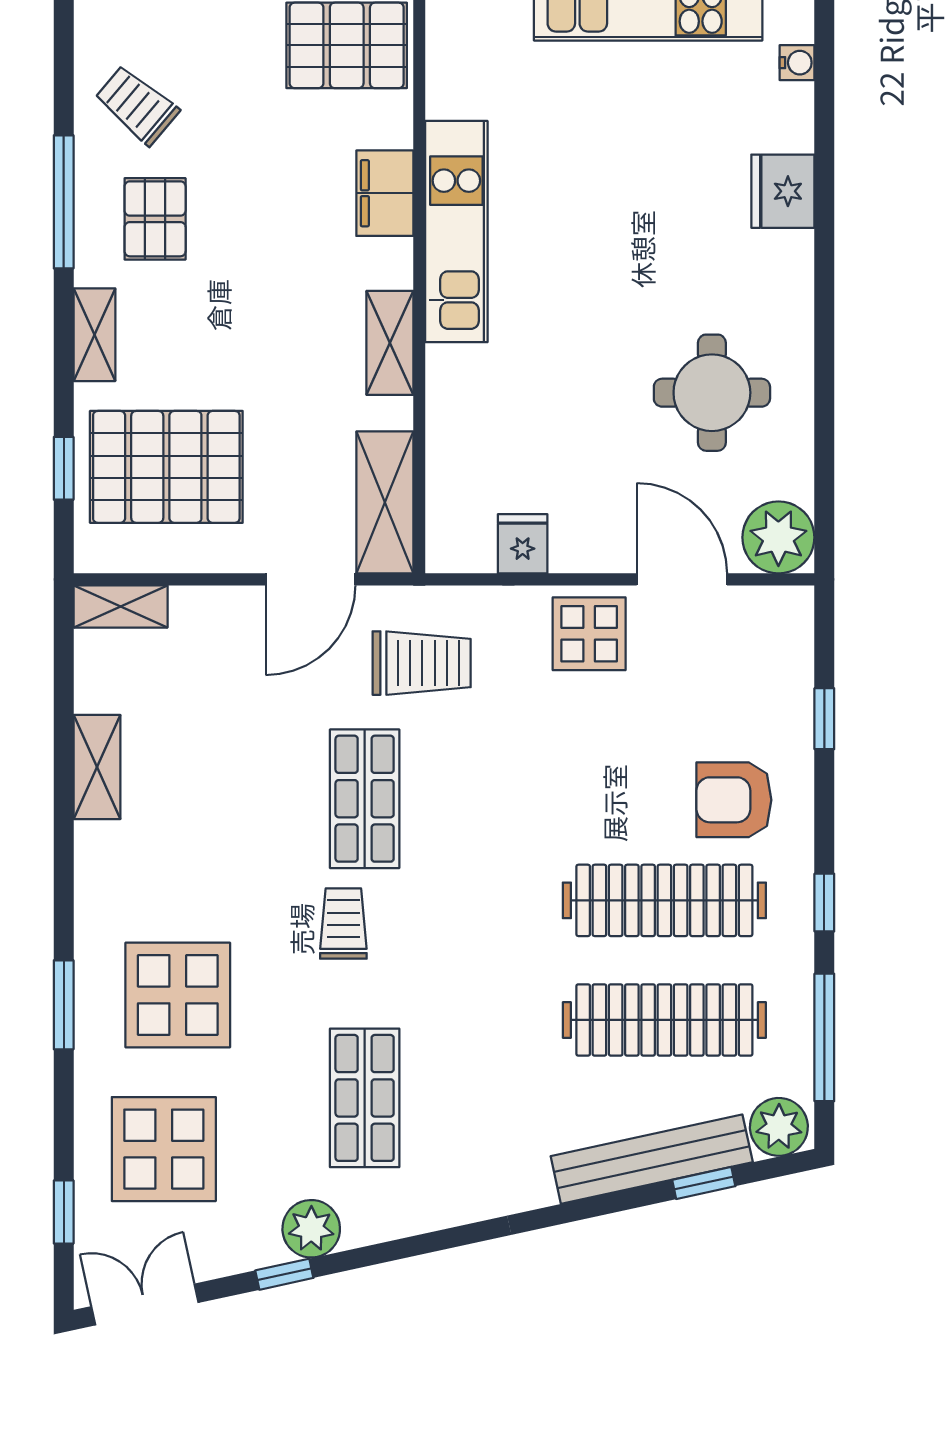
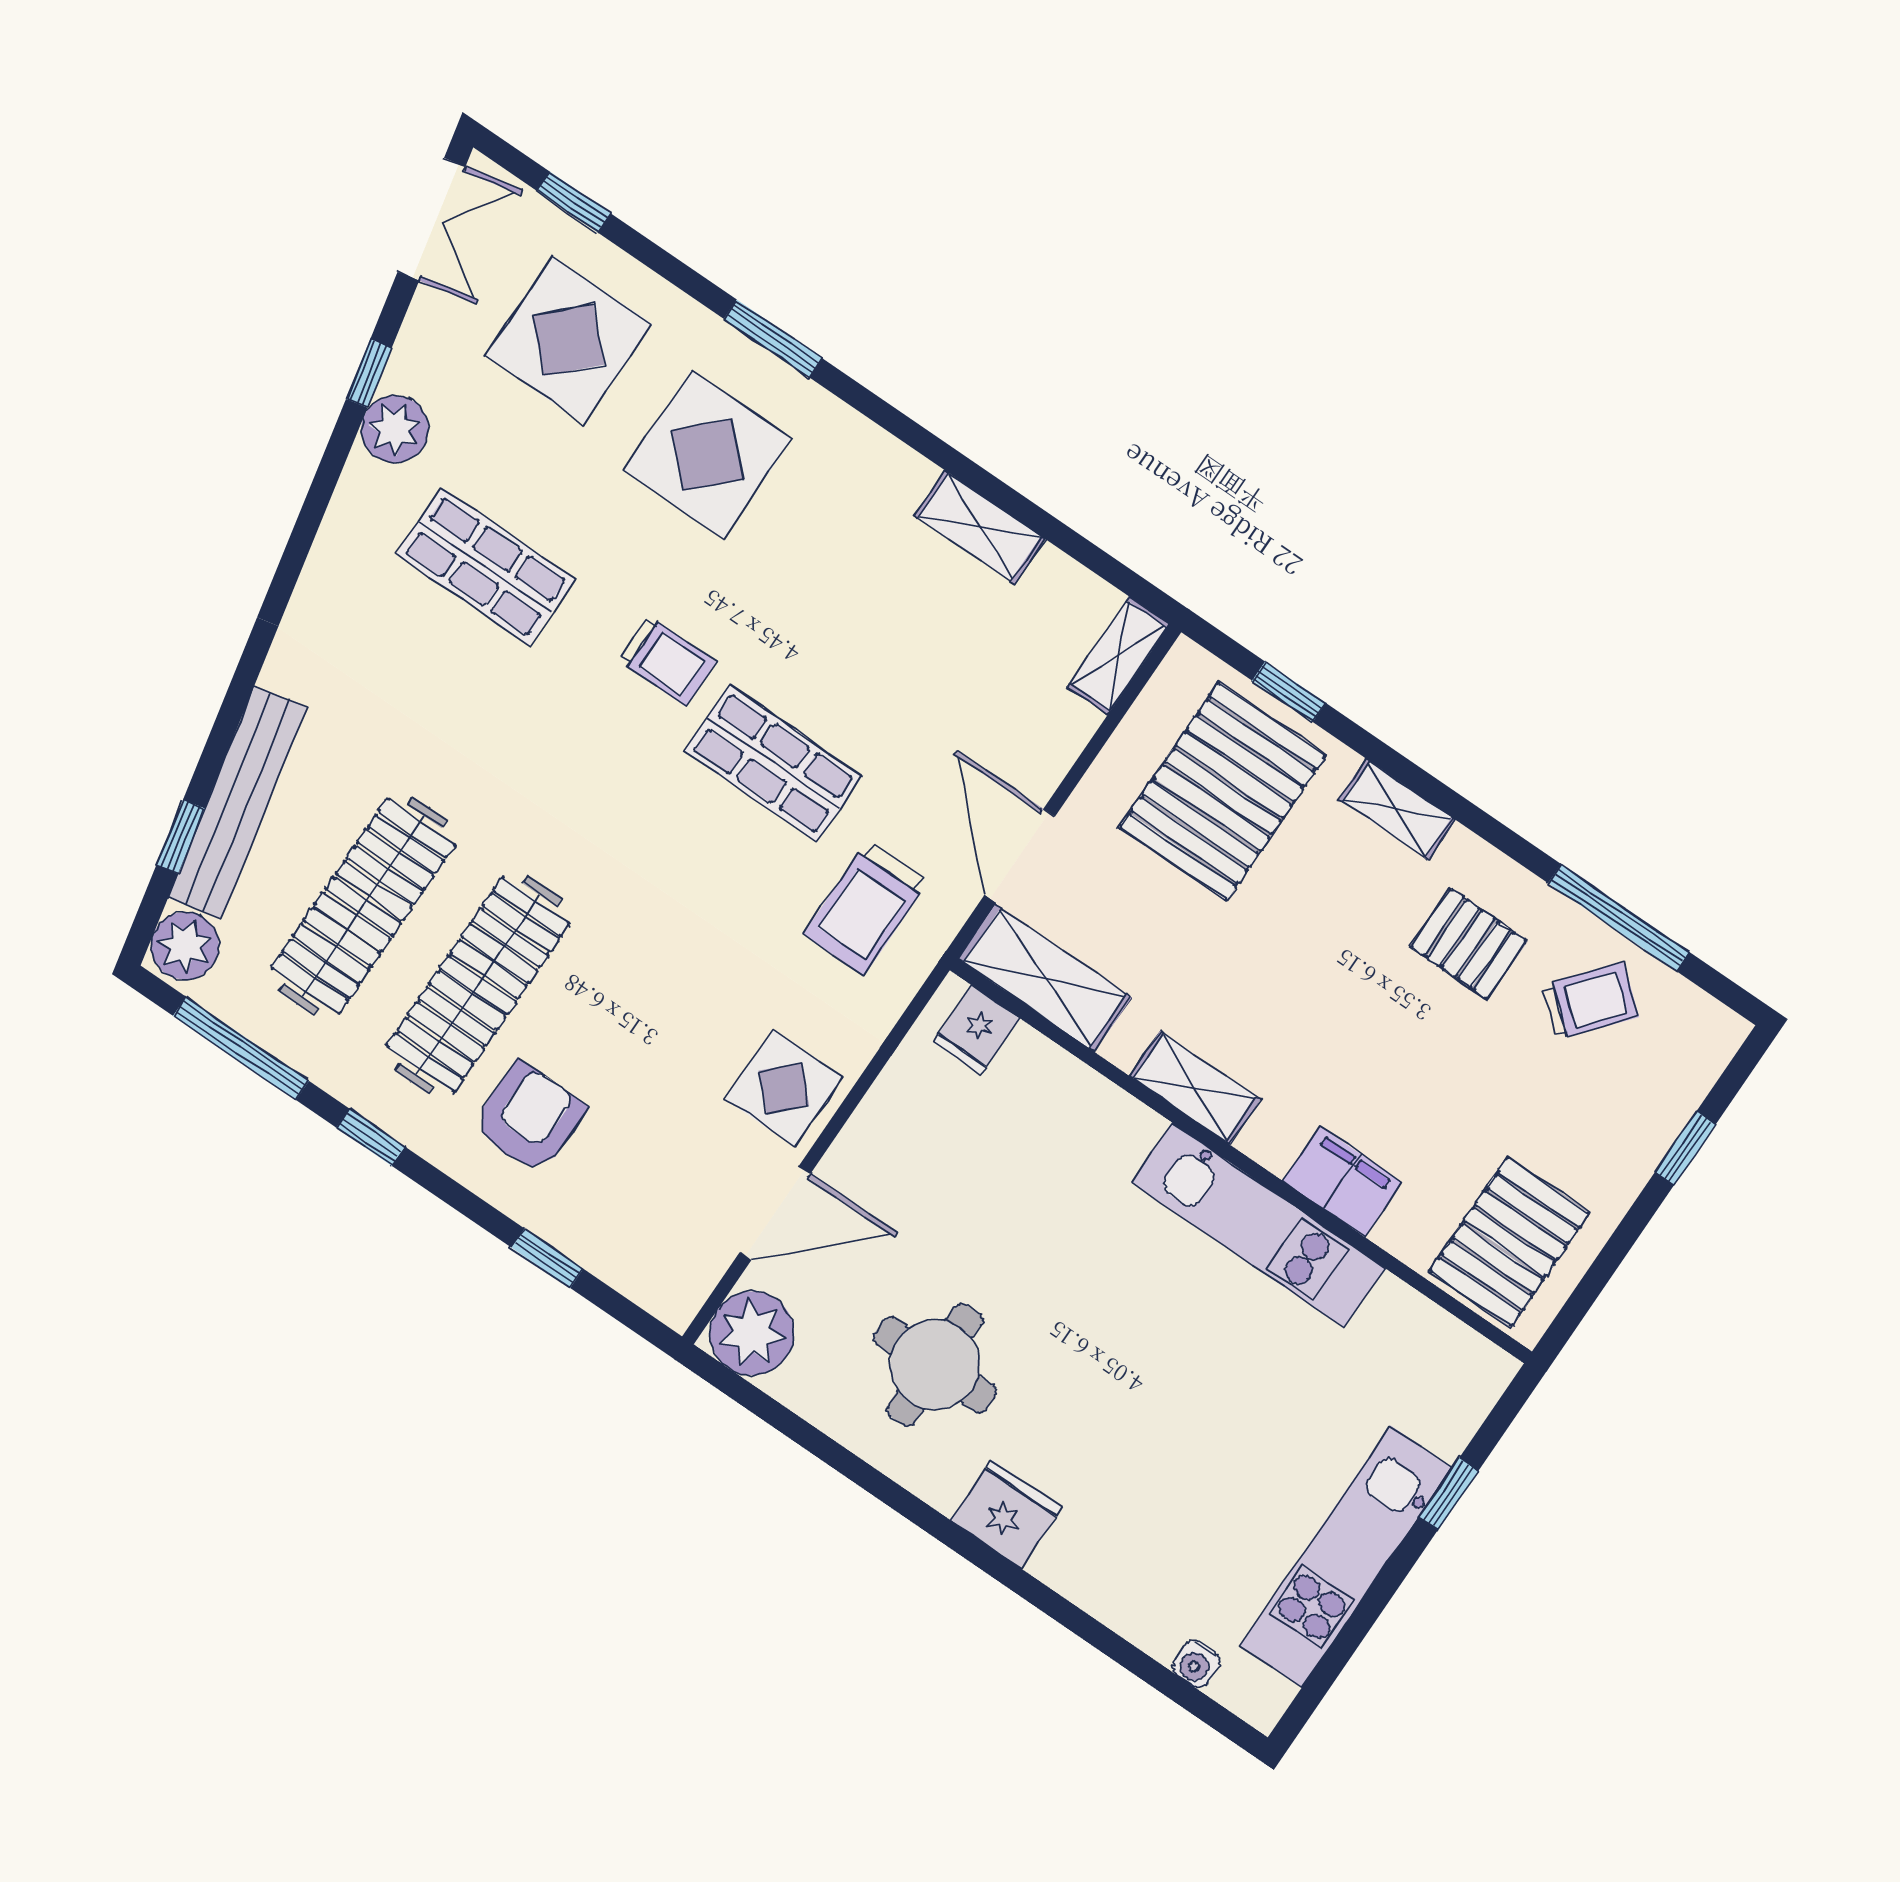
fridge: (783, 191) -> (1006, 1514), moved
window: (64, 202) -> (1619, 917), moved
fridge: (523, 544) -> (976, 1030), moved, turned 90

